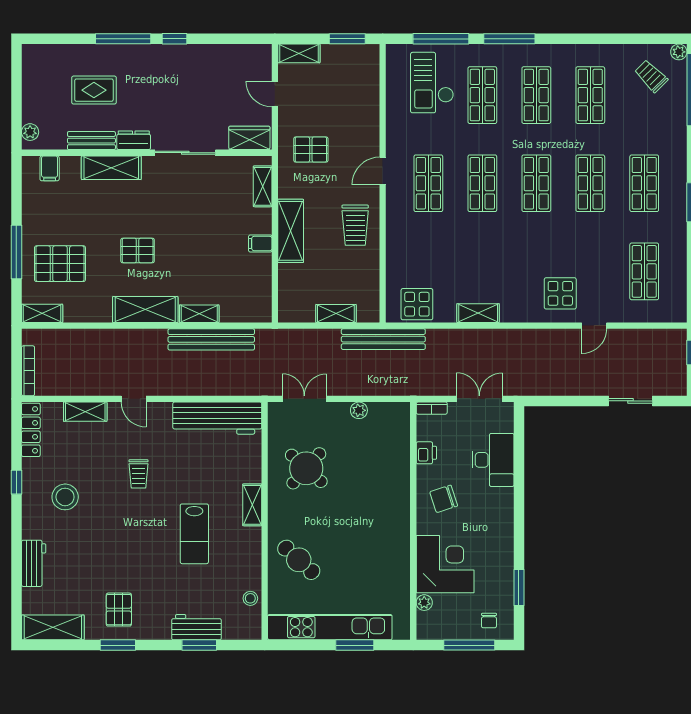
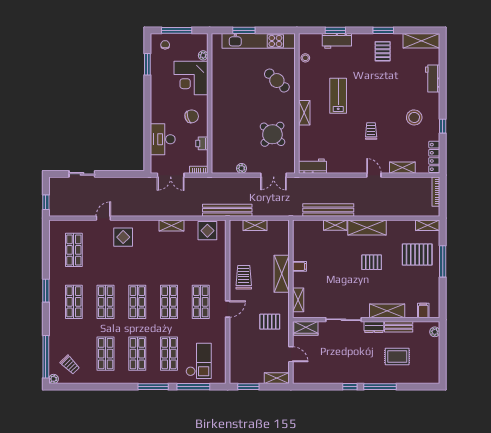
workbench: (217, 418) -> (313, 166), width x0.53, depth x0.76

